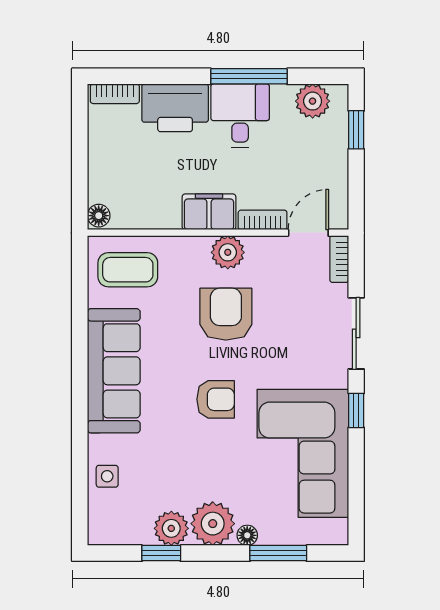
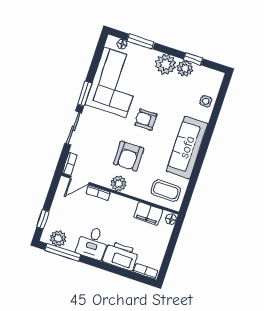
window: (249, 76) -> (63, 252), moved
filing cabinet: (209, 212) -> (148, 213), moved
window: (356, 410) -> (85, 94), width x1.50
floor lamp: (247, 535) -> (122, 44), moved

